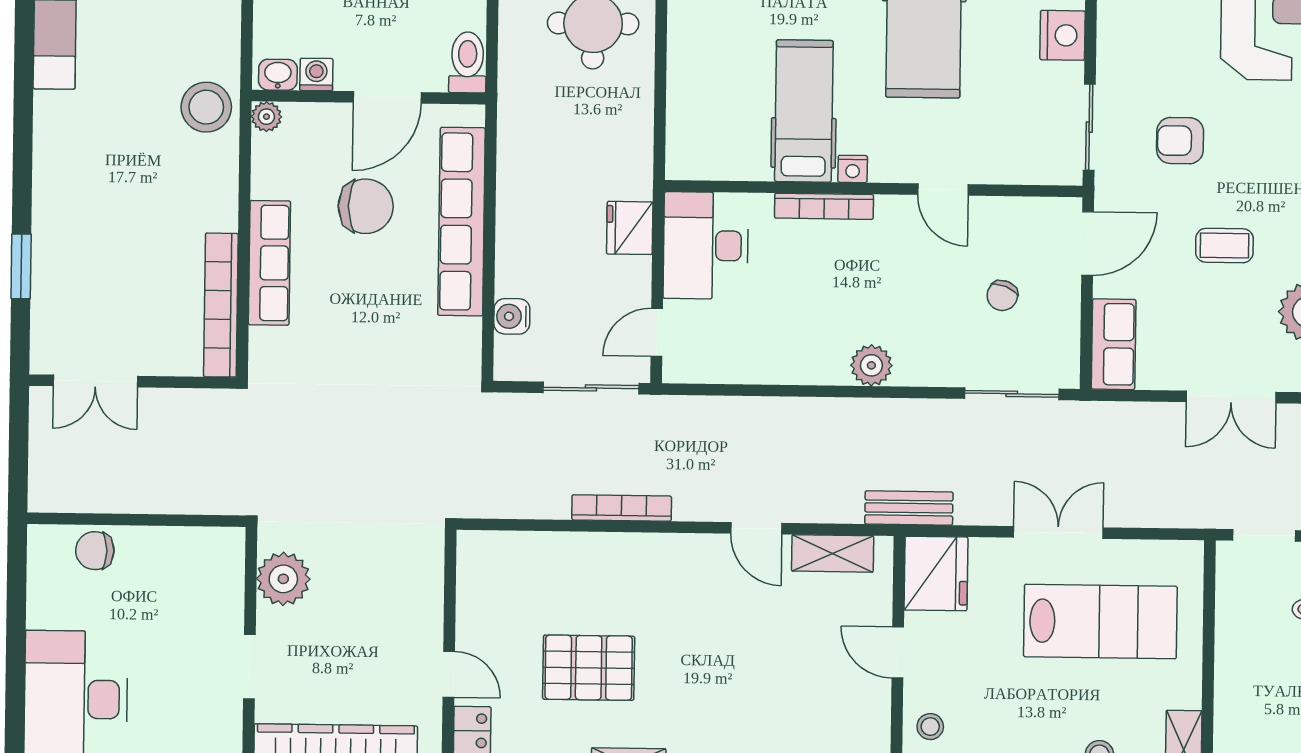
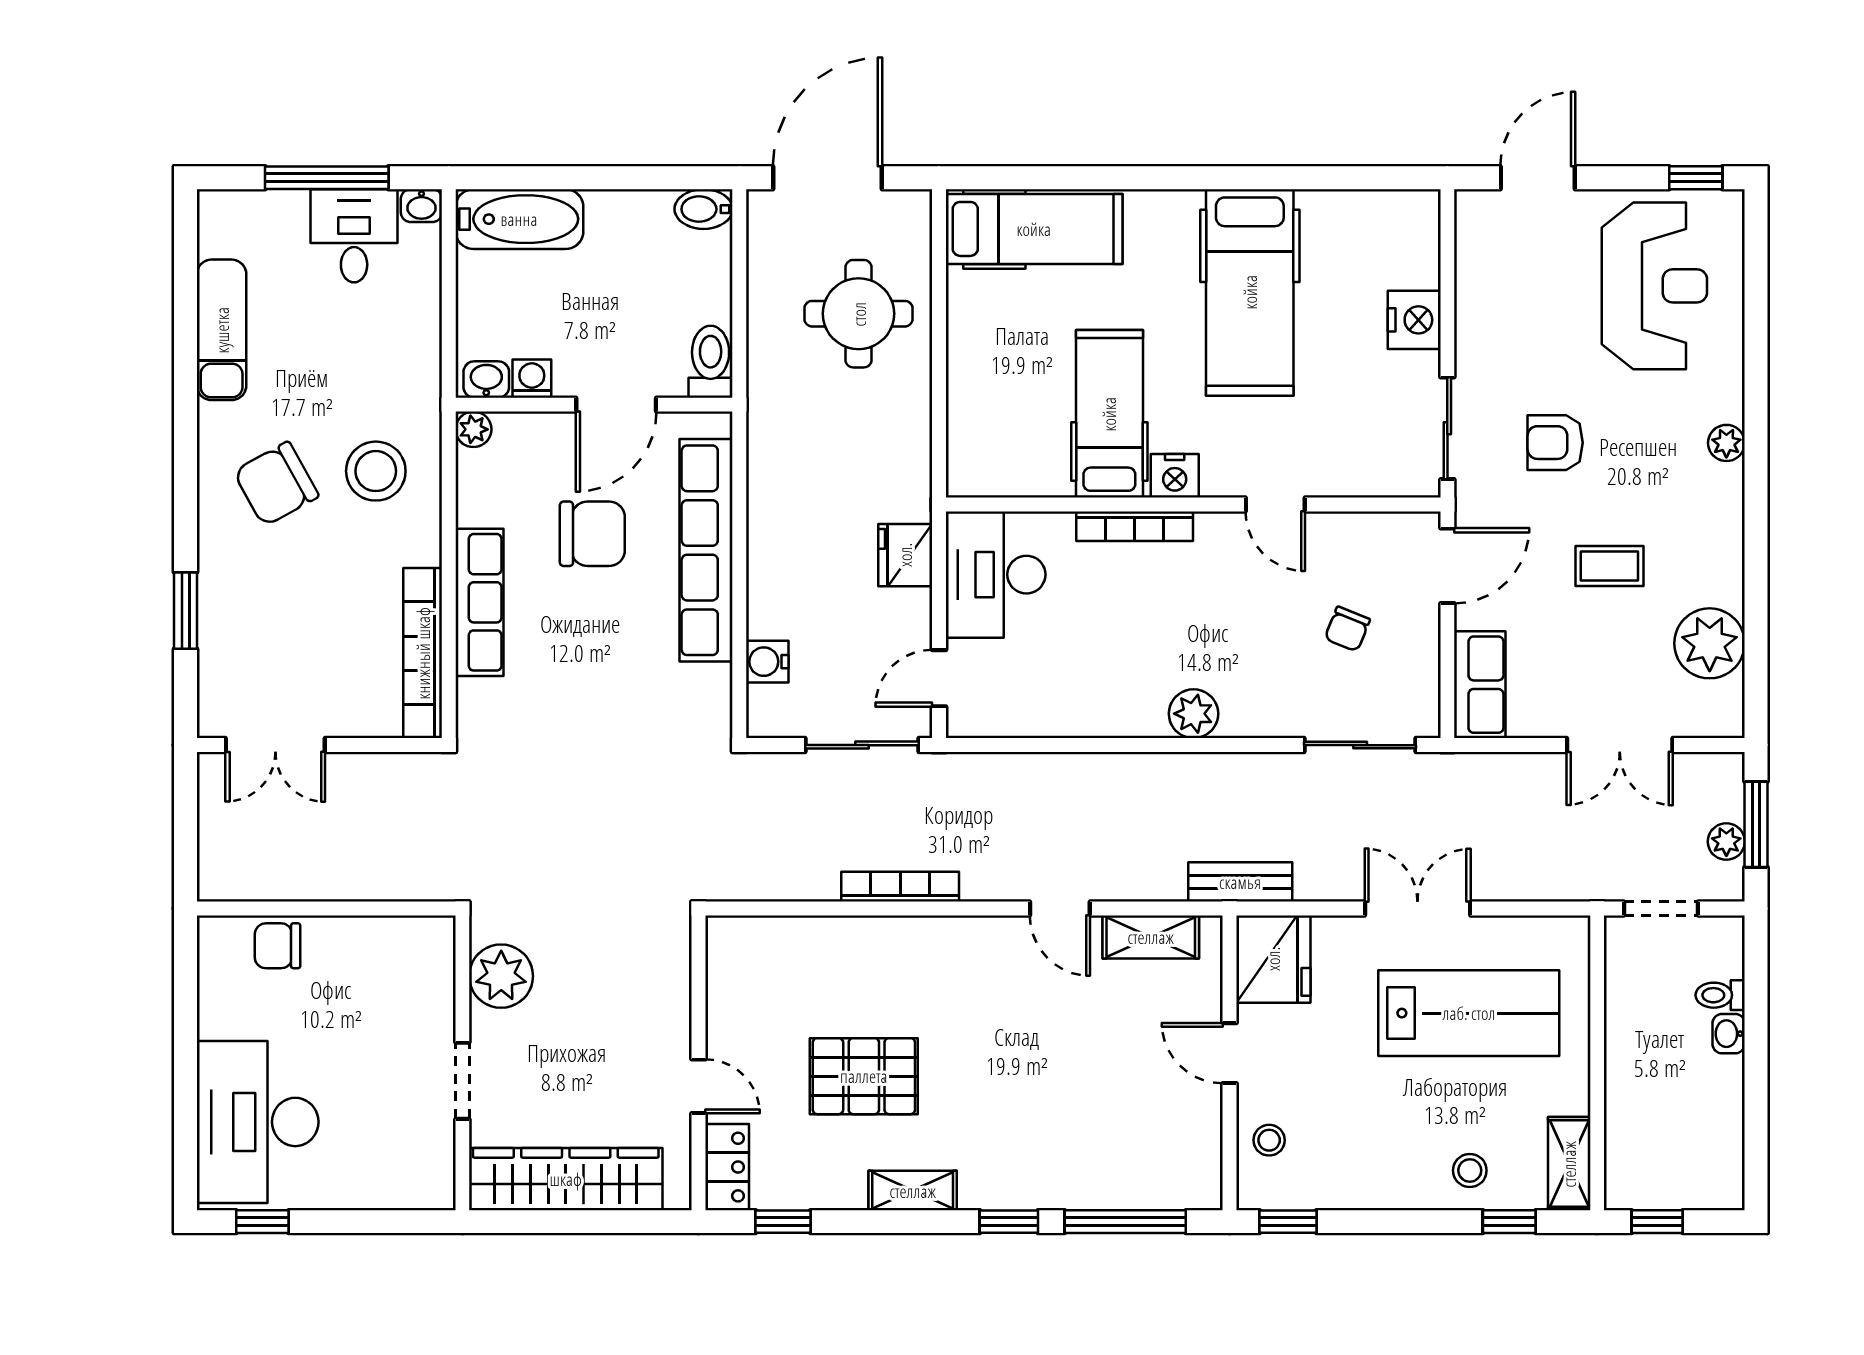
stool: (206, 107) -> (376, 471), moved
chair: (99, 160) -> (276, 484), added
nightstand: (853, 169) -> (1175, 476), width x1.39, depth x1.35

